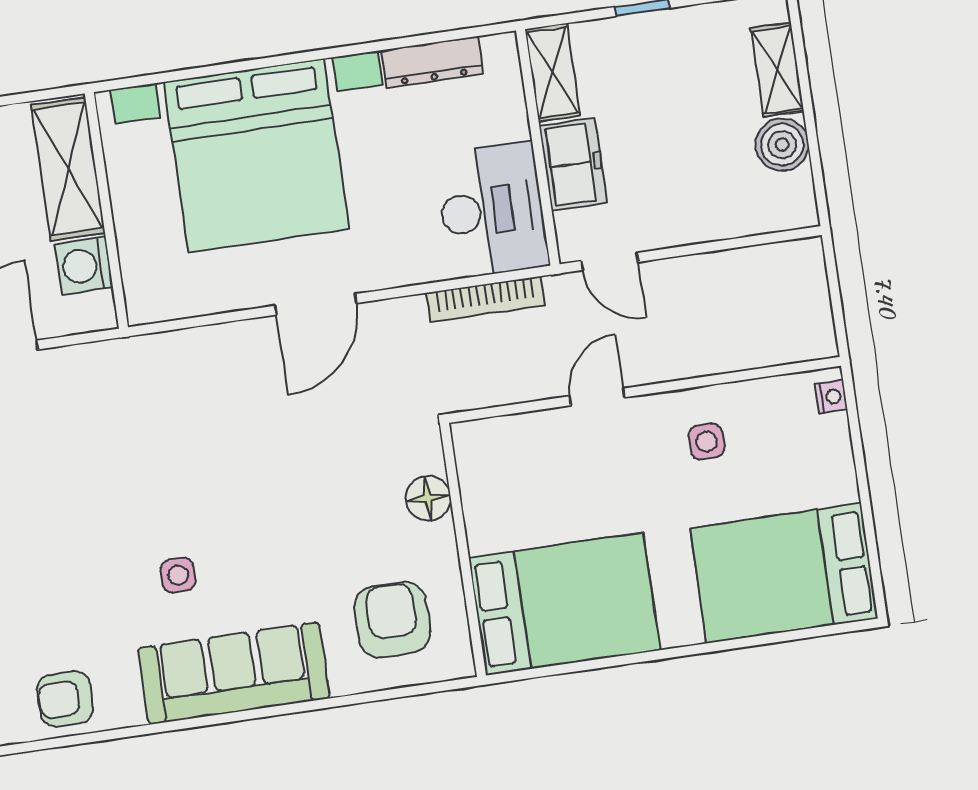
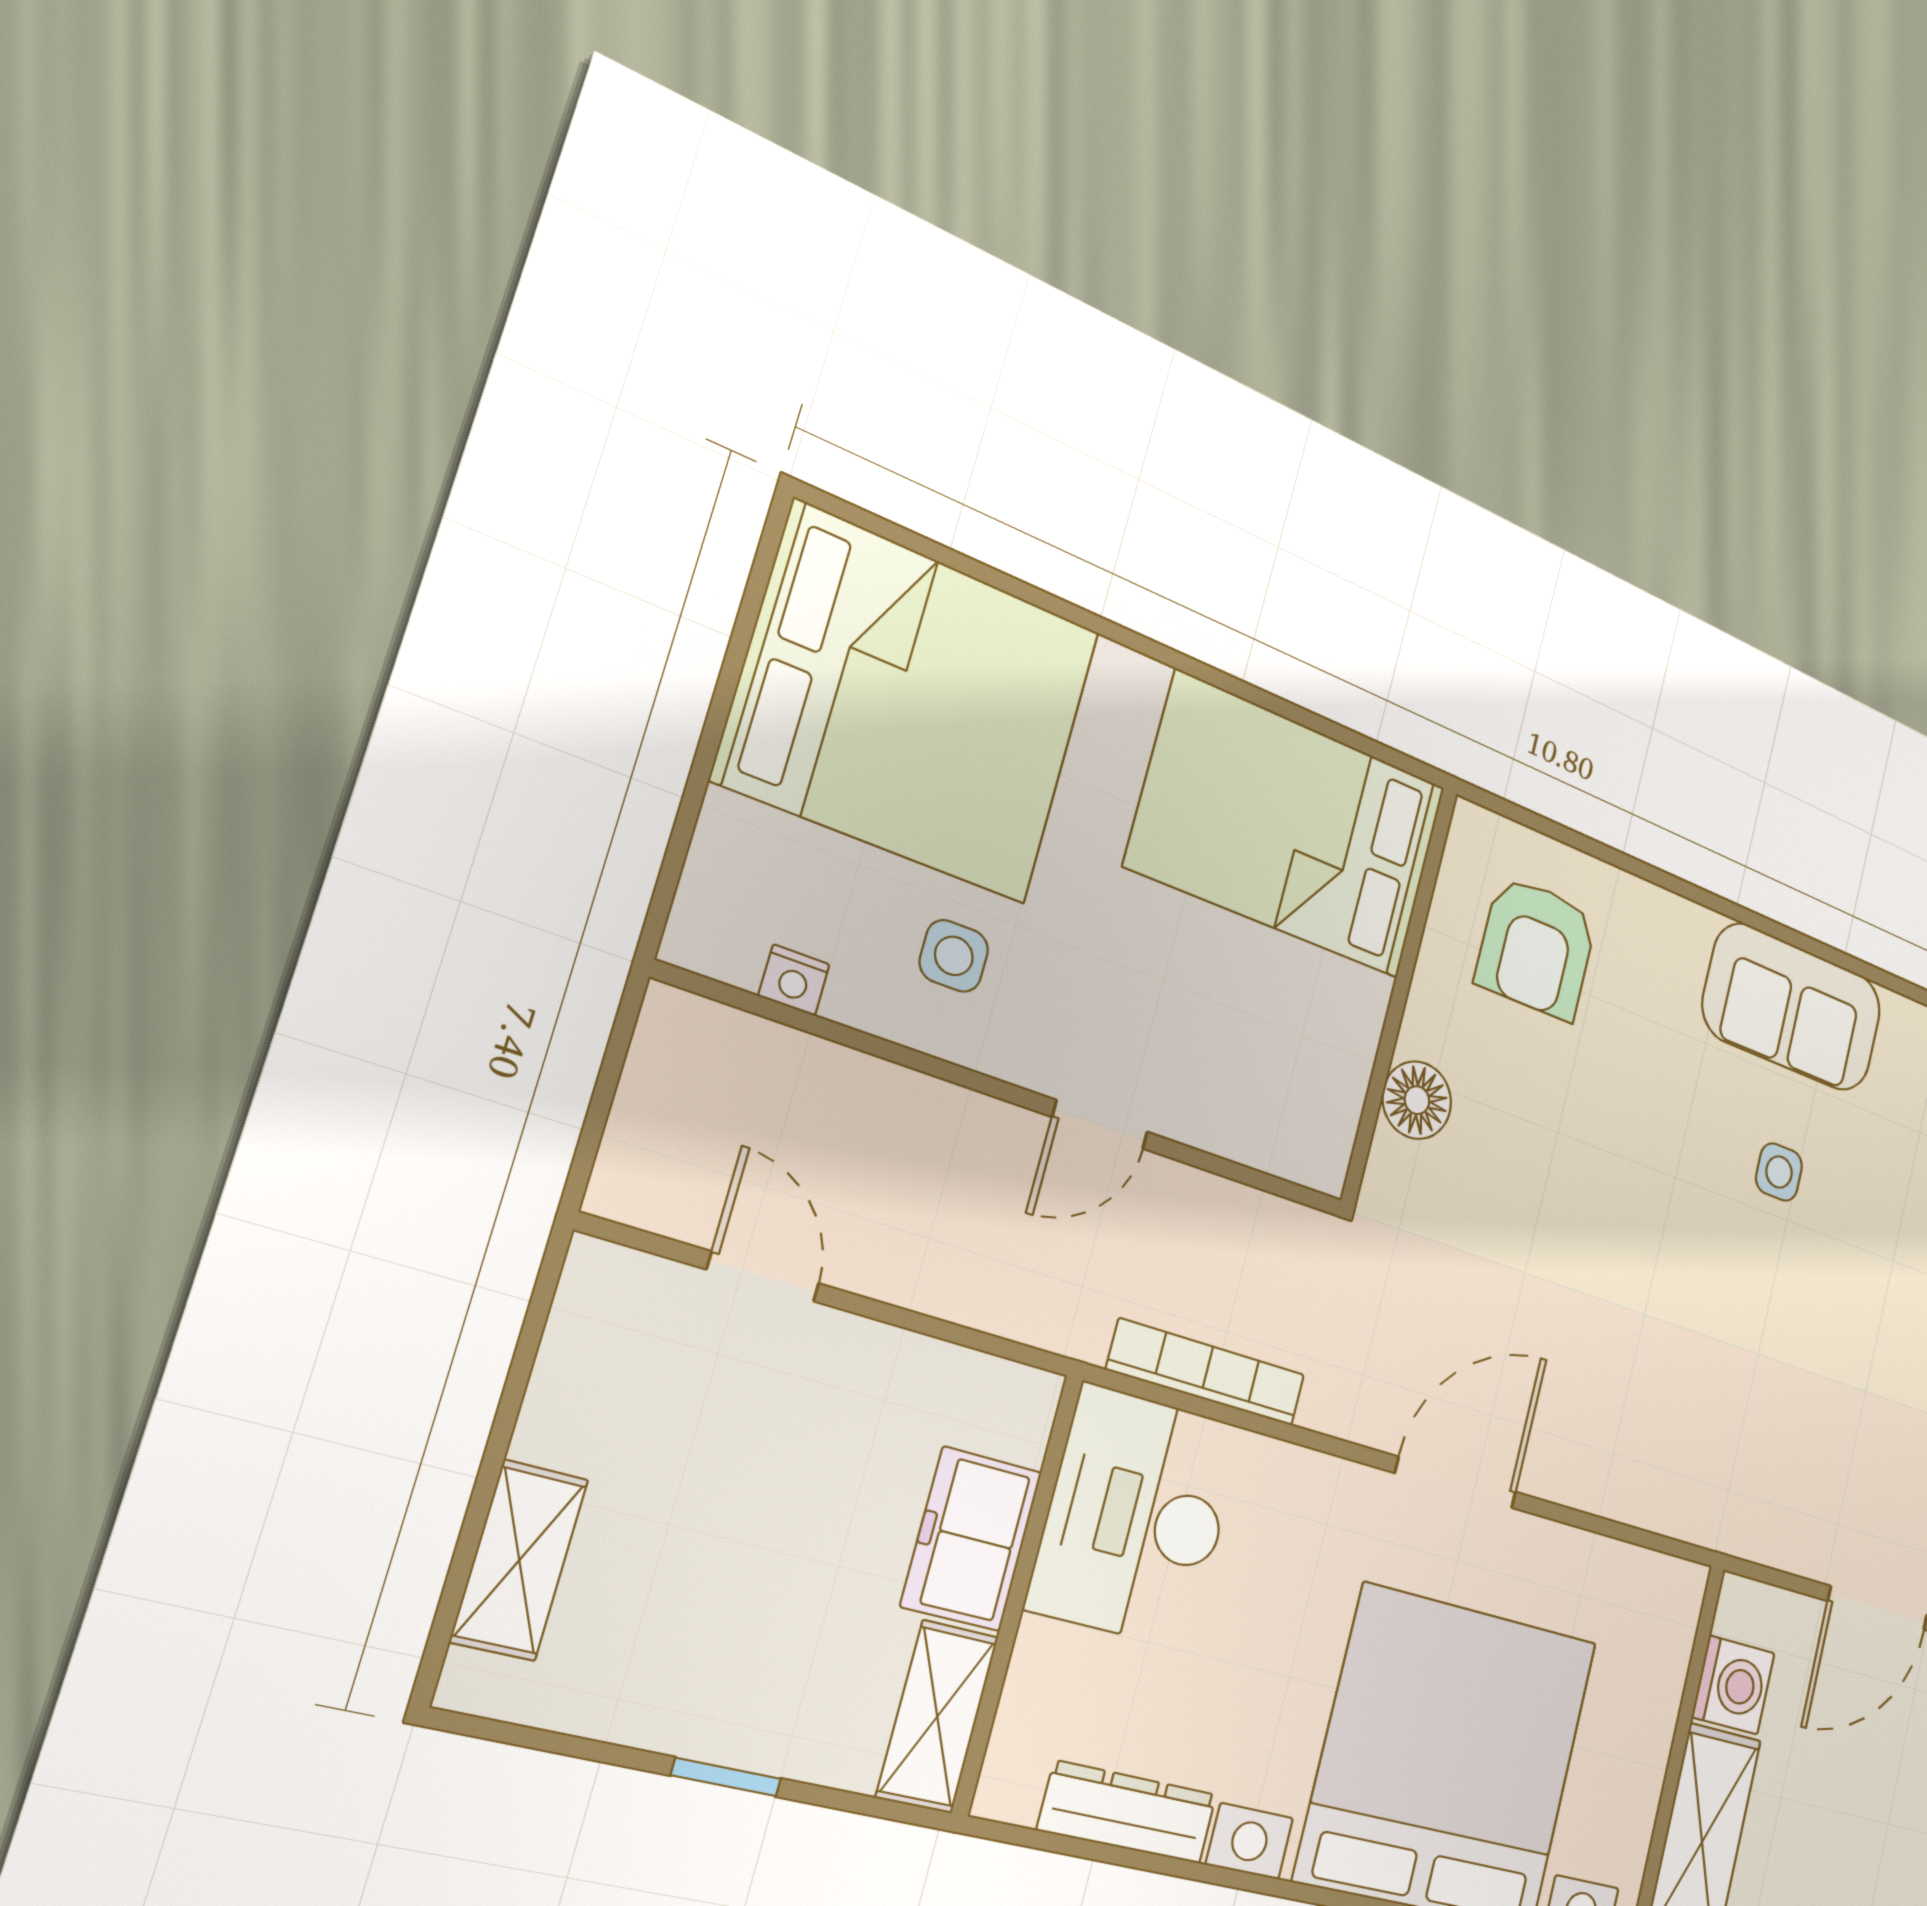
boiler: (782, 145) -> (576, 1414), removed
door: (610, 261) -> (763, 1276), moved
nightstand: (831, 397) -> (794, 980), moved, turned -90
bed: (784, 573) -> (911, 704), width x1.36
sofa: (234, 673) -> (1793, 1007), width x0.73

